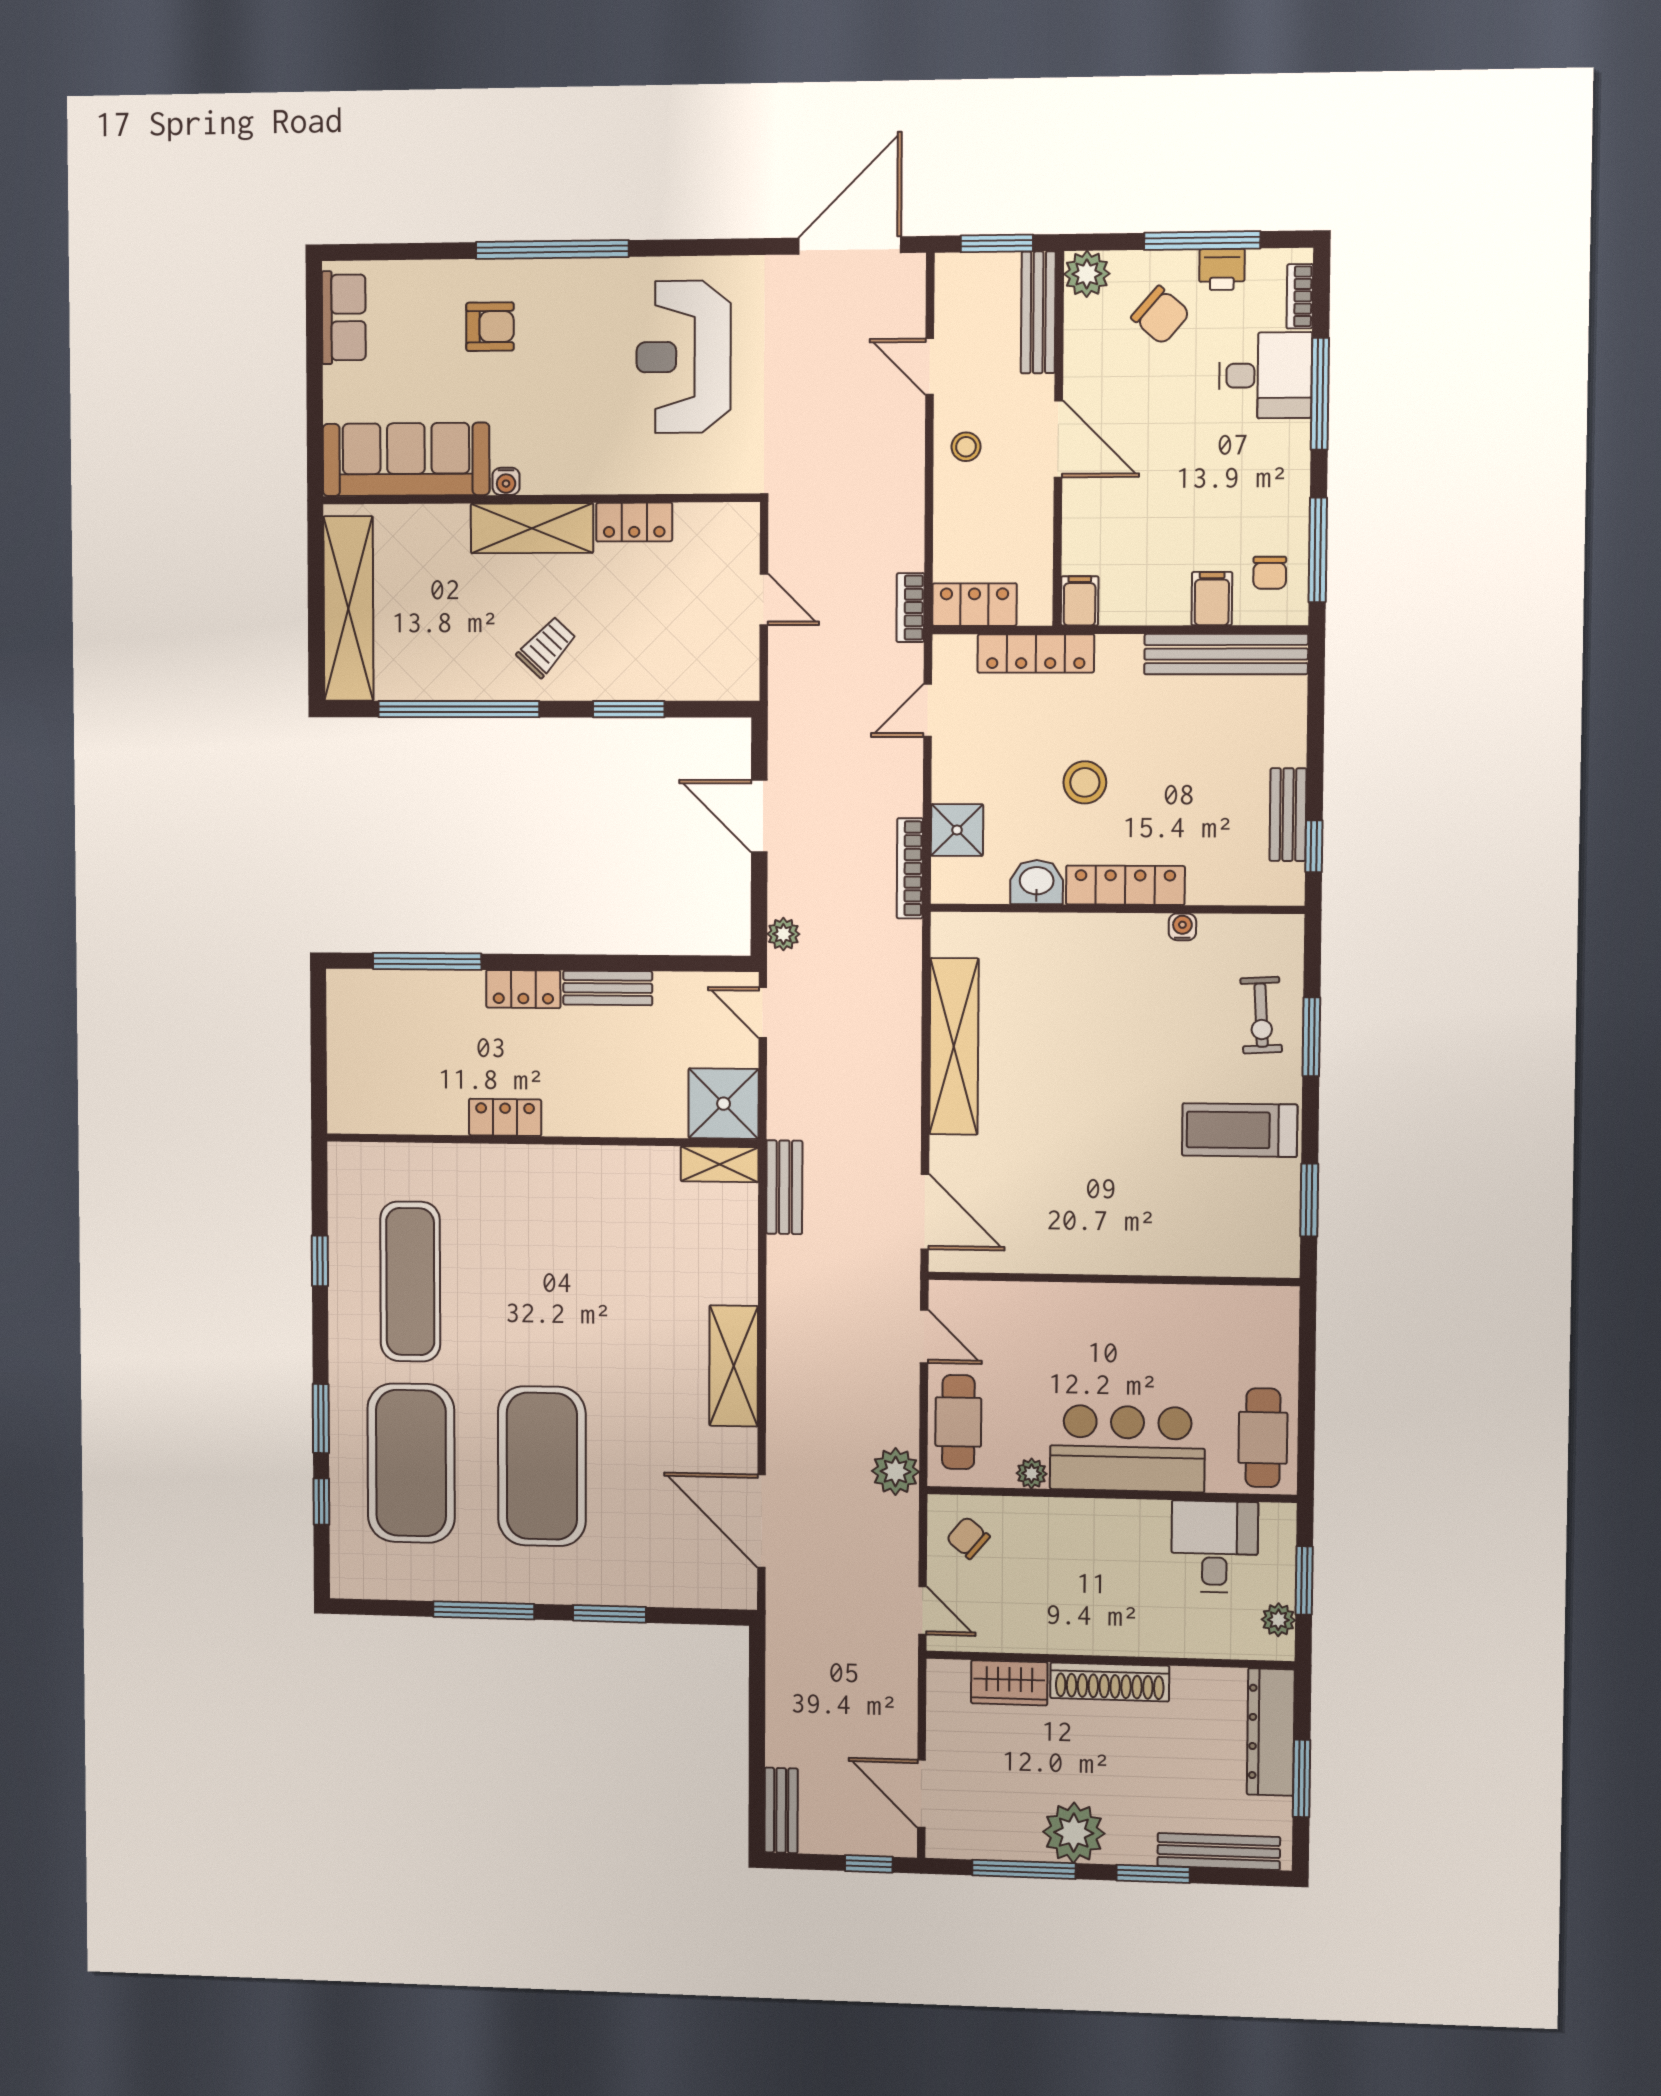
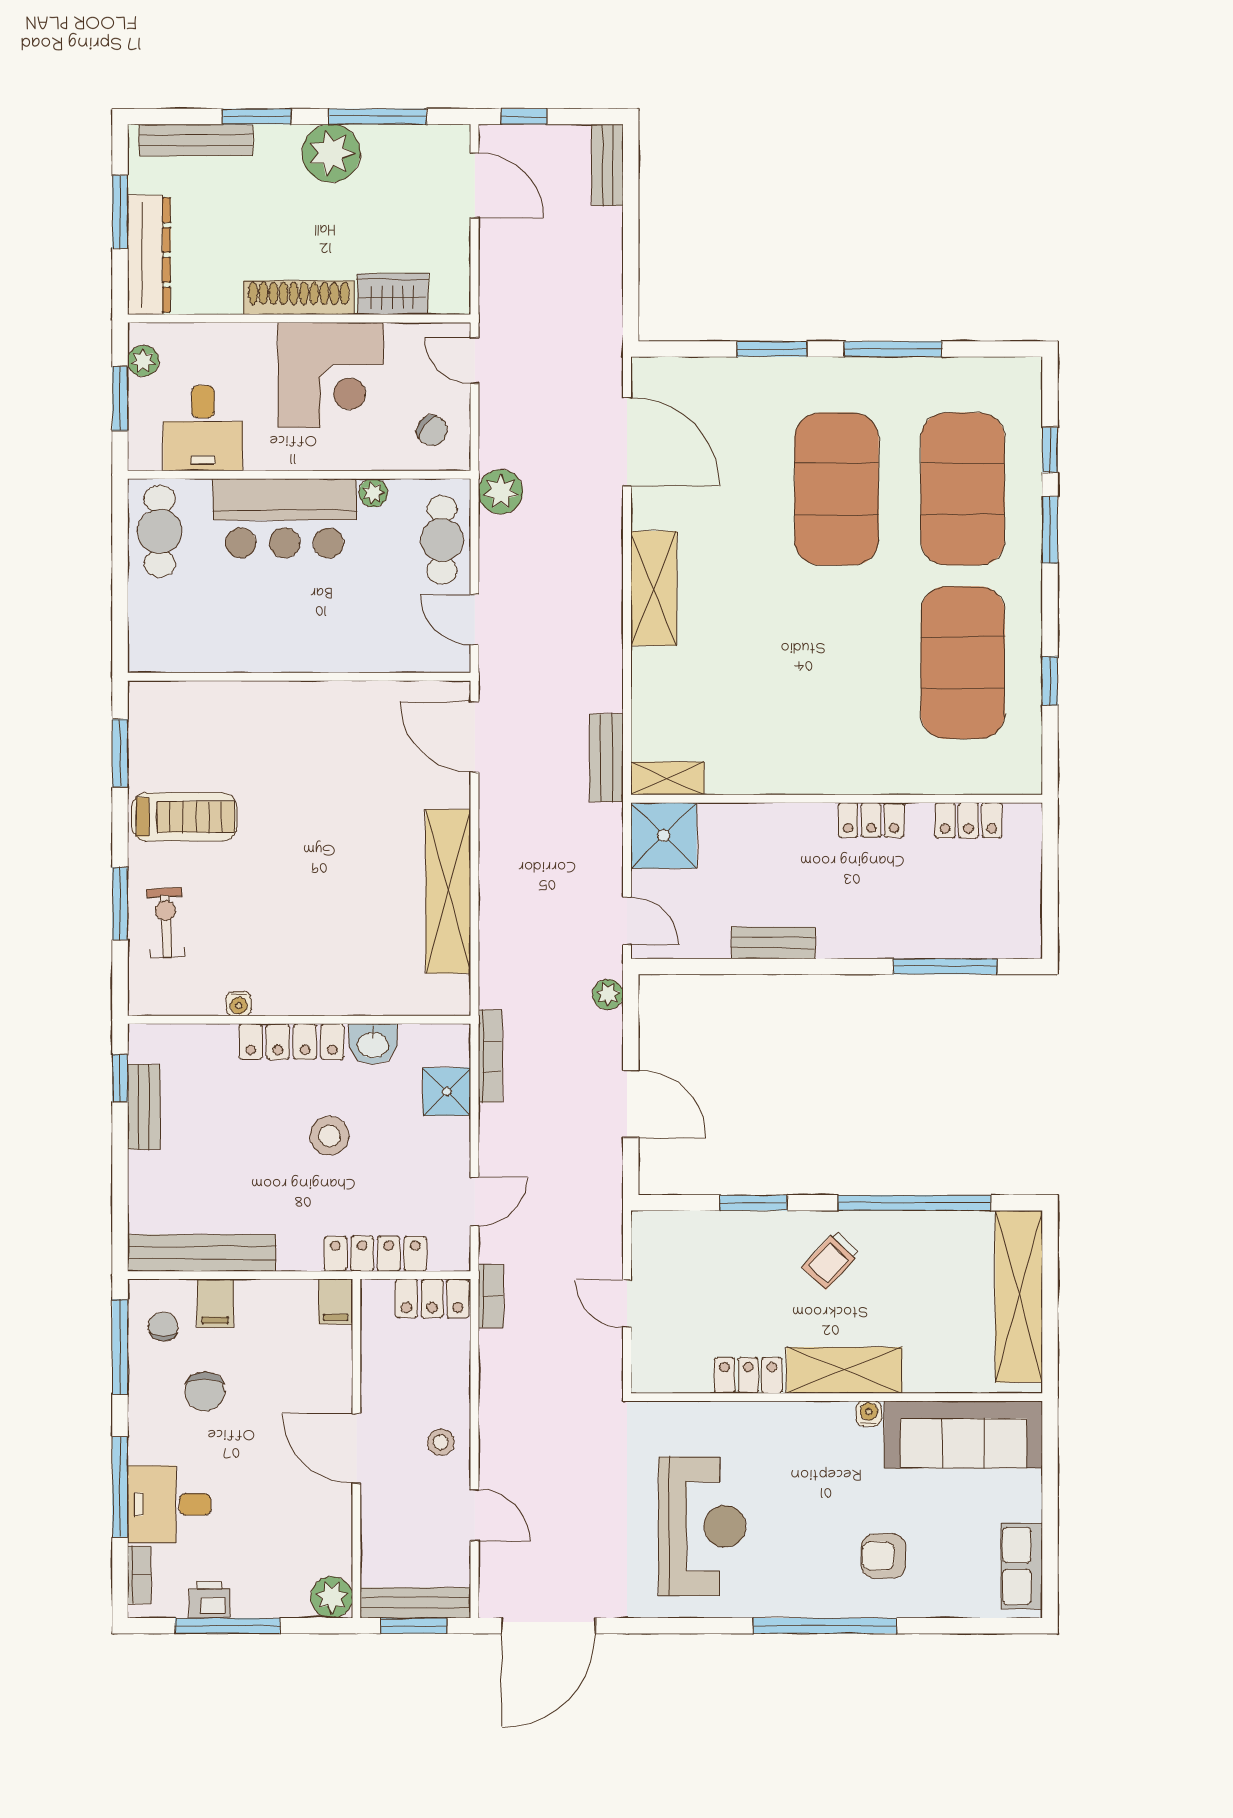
bench: (1038, 312) -> (416, 1603), moved, turned 90
chair: (1161, 315) -> (205, 1391), moved, turned -131
locker: (523, 989) -> (968, 820), moved, turned 180
exercise mat: (410, 1282) -> (963, 663), width x1.47
corner desk: (1076, 1599) -> (331, 375), added

